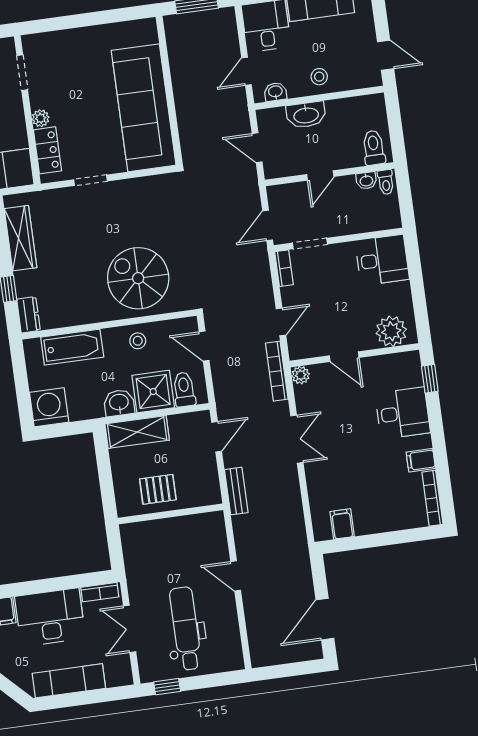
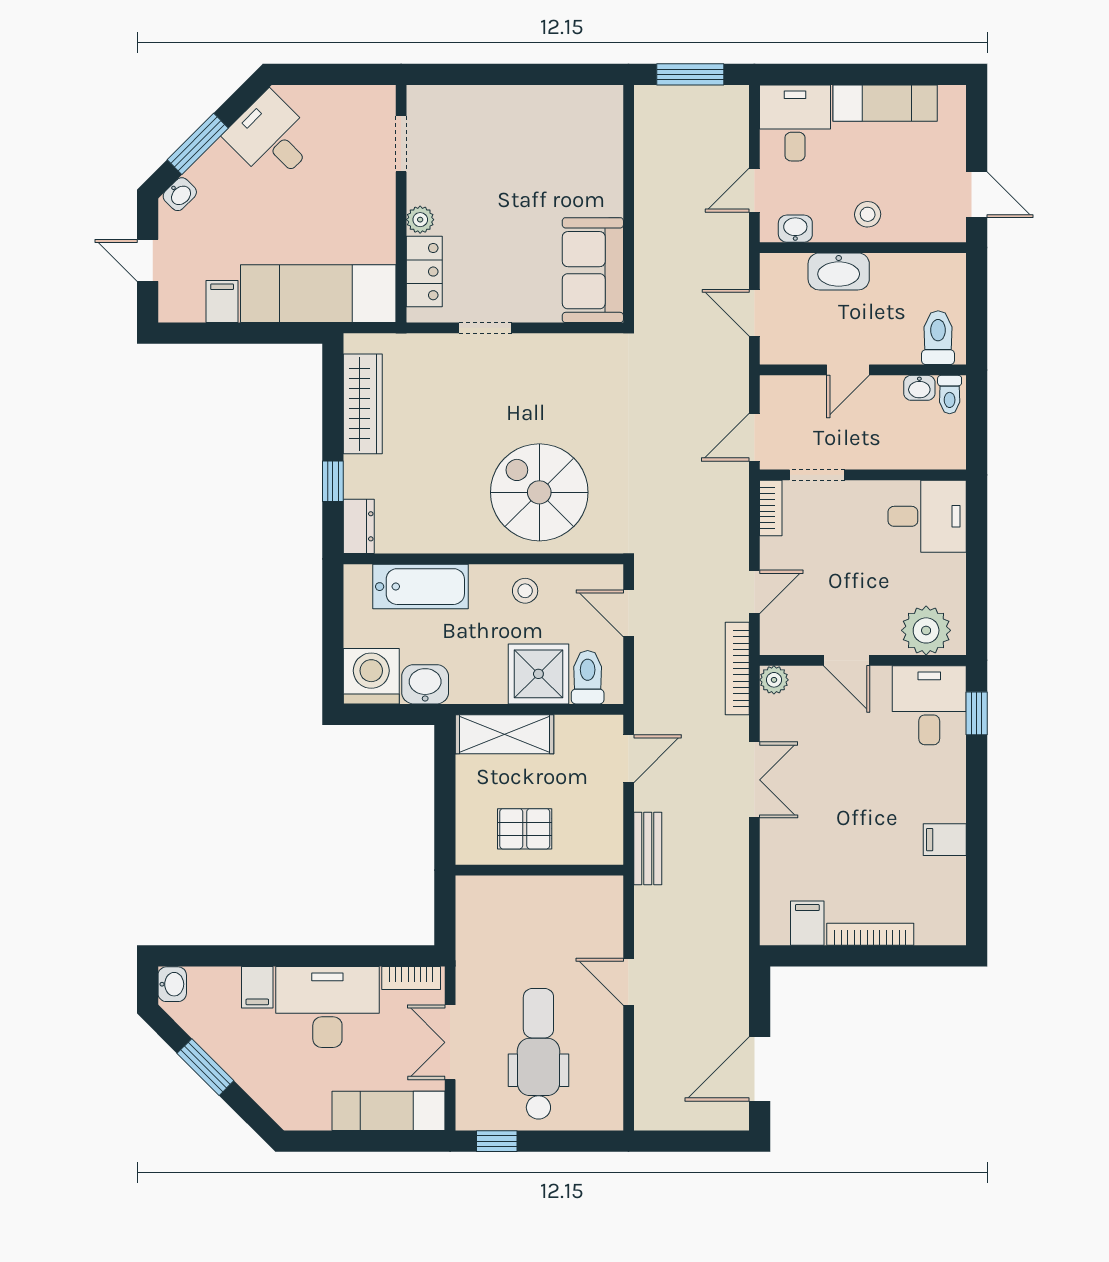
sofa: (144, 108) -> (593, 270), width x0.54, depth x0.79
washbasin: (119, 403) -> (425, 684), moved
desk: (403, 413) -> (929, 705), moved, turned -90
bookcase: (432, 498) -> (870, 934), moved, turned 90
exam couch: (69, 681) -> (388, 1111), moved

